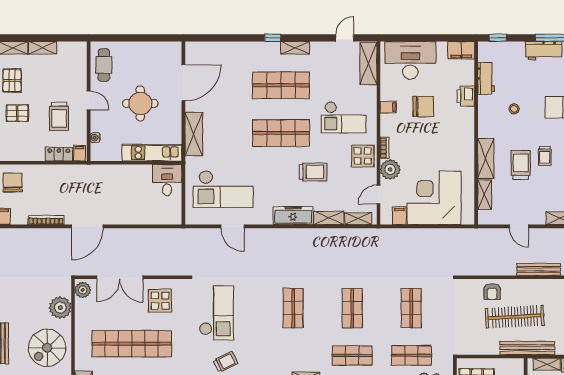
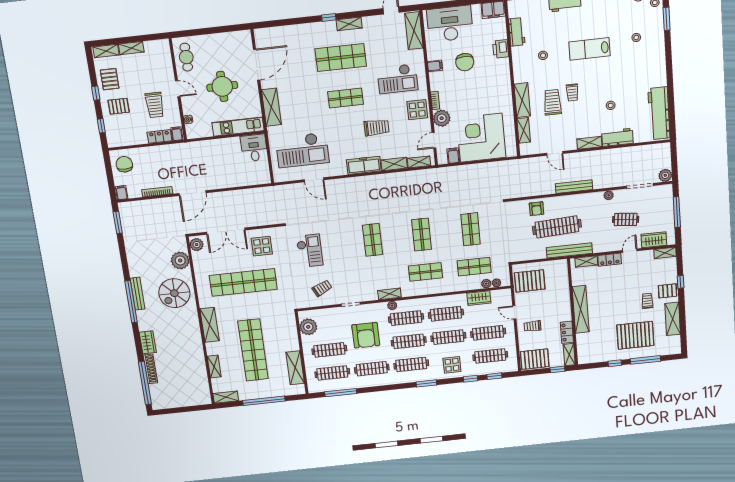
chair: (423, 107) -> (465, 62), turned 90
shop shelf: (281, 133) -> (345, 98), width x0.70, depth x0.74
checkout: (216, 313) -> (310, 251), width x0.73, depth x0.83

